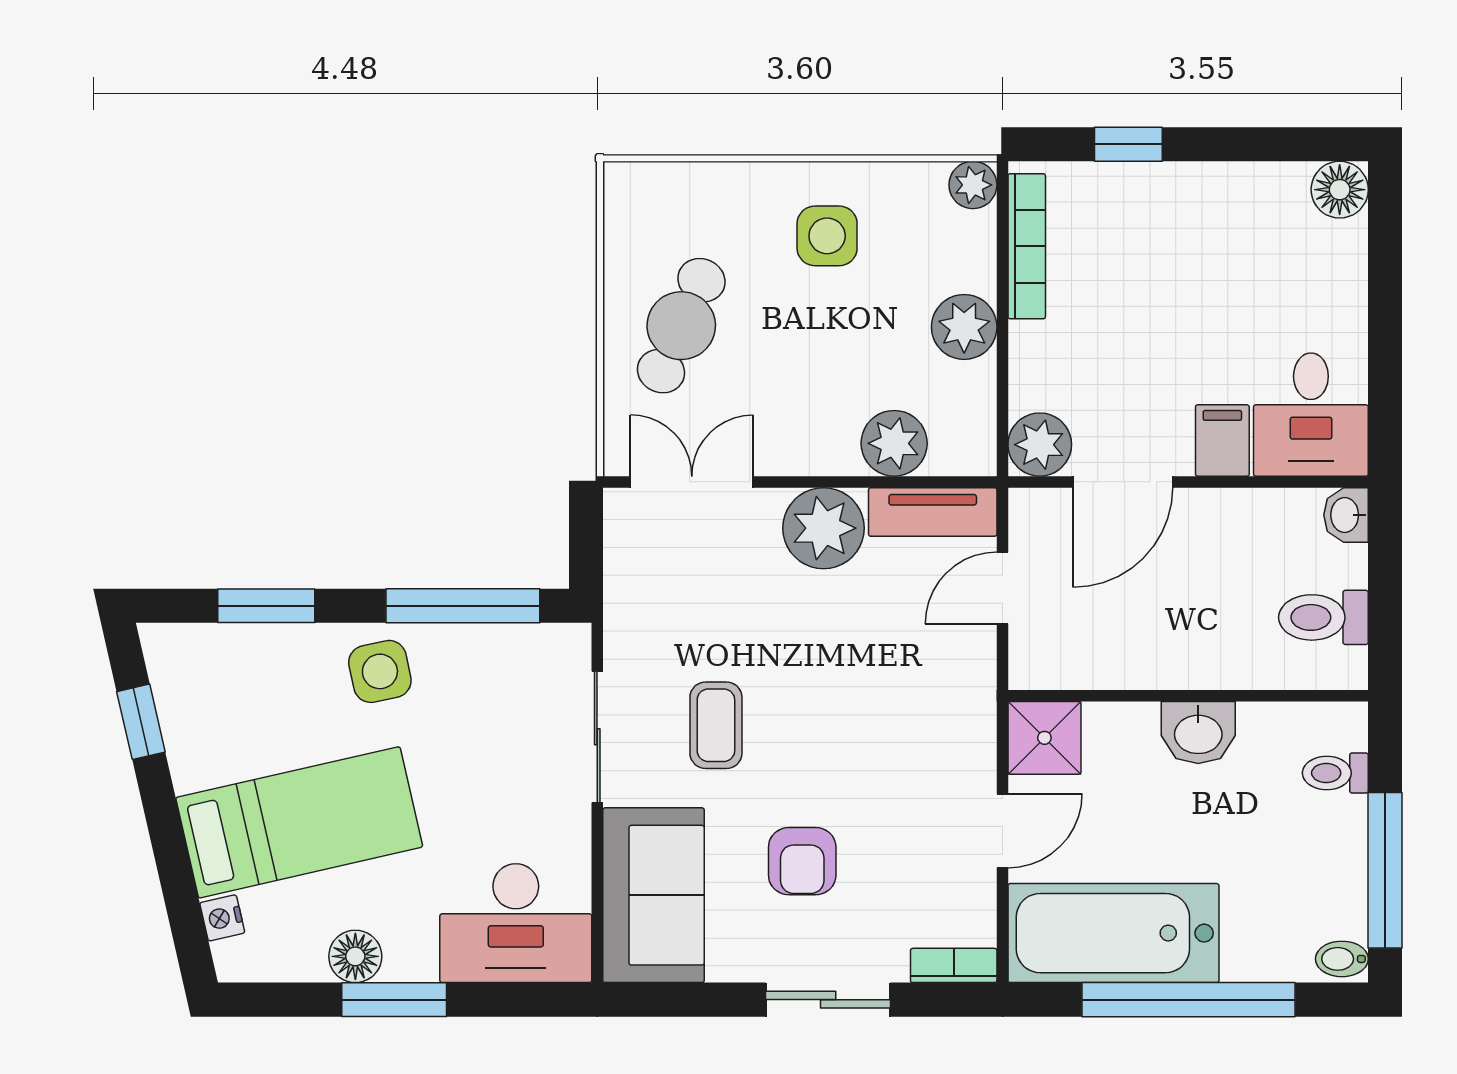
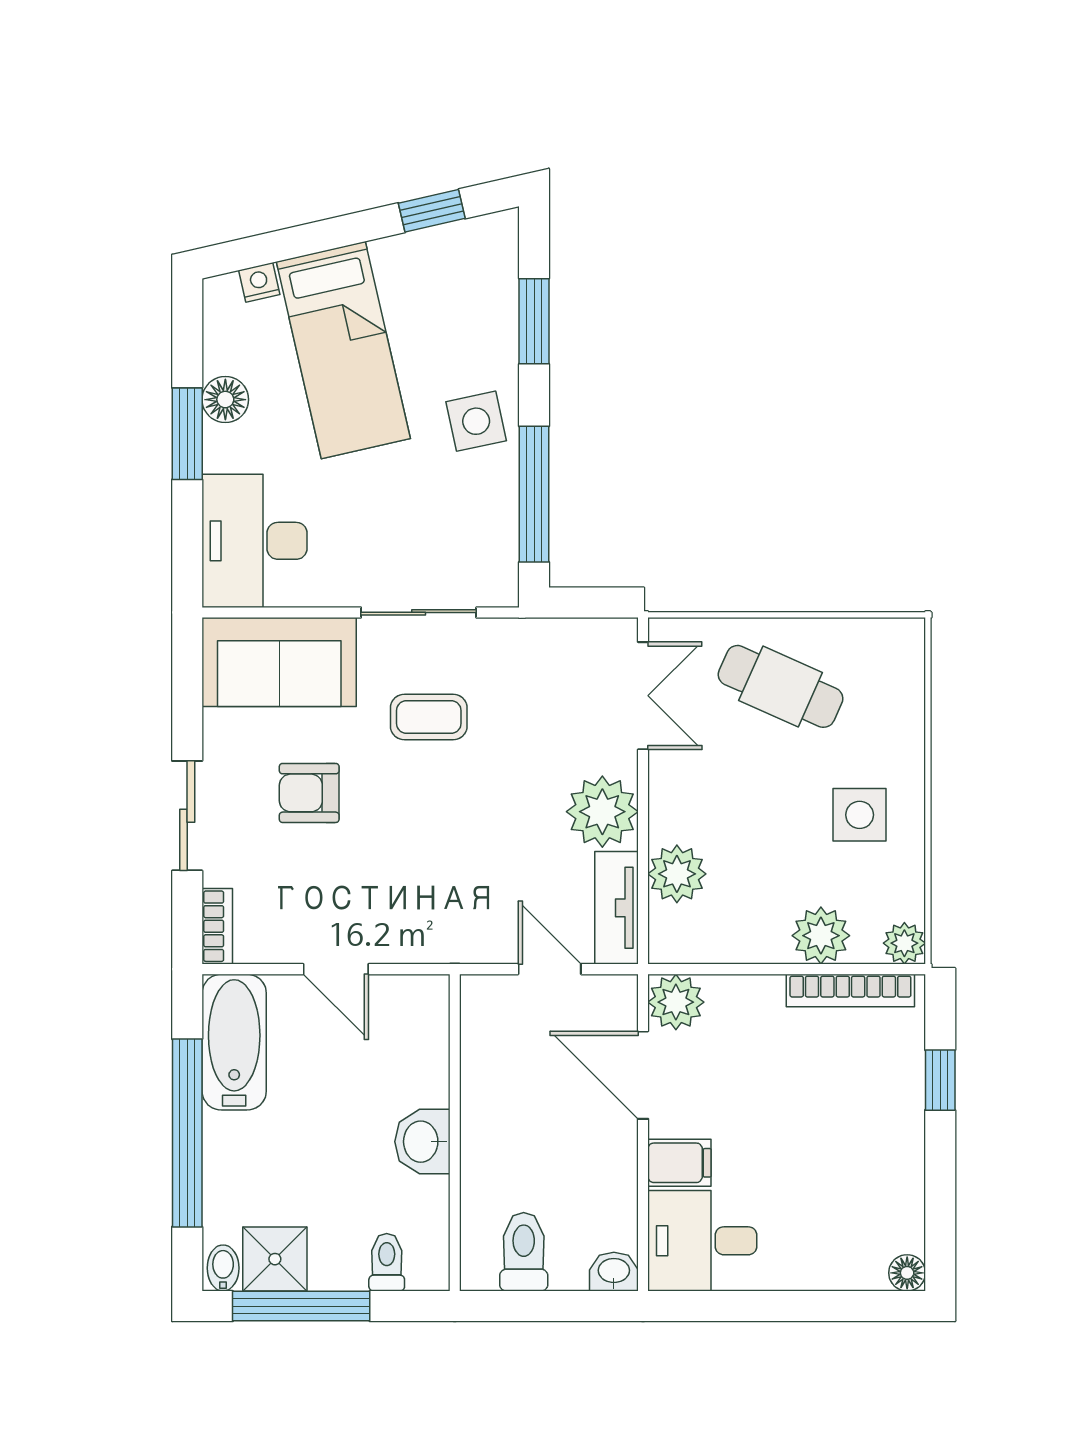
floor lamp: (1340, 190) -> (907, 1273), width x0.73, depth x0.73
plant: (964, 327) -> (821, 936), moved
shower: (1044, 738) -> (275, 1259), moved
bathtub: (1113, 933) -> (234, 1042), width x0.73, depth x0.73

